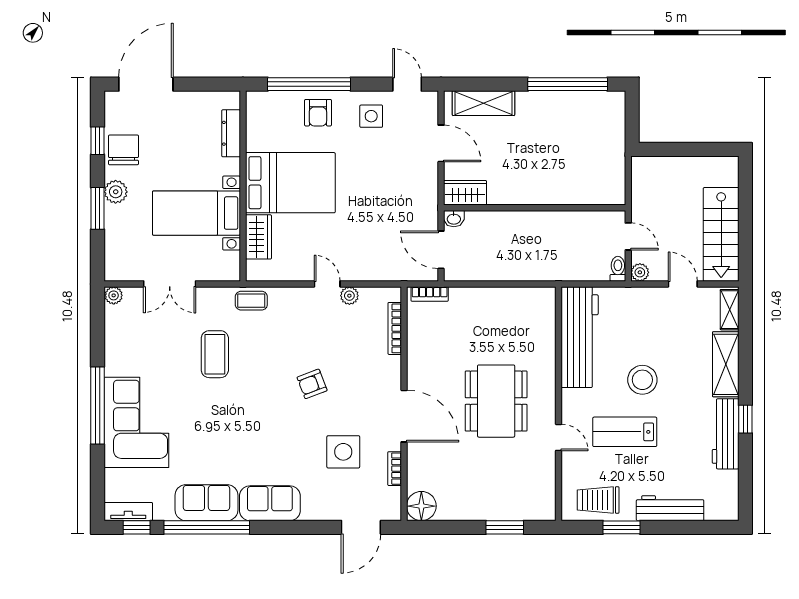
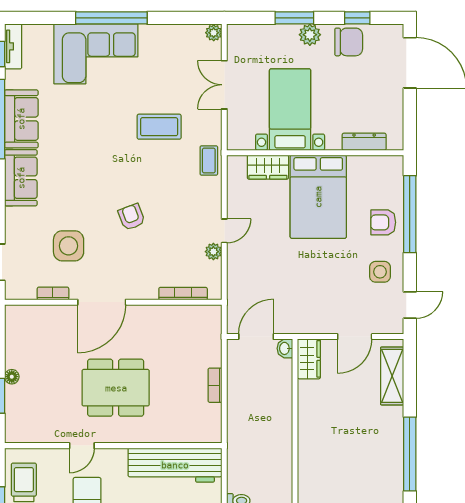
bookcase: (430, 294) -> (215, 385), moved
floor lamp: (421, 506) -> (12, 377), moved, width x0.53, depth x0.53

